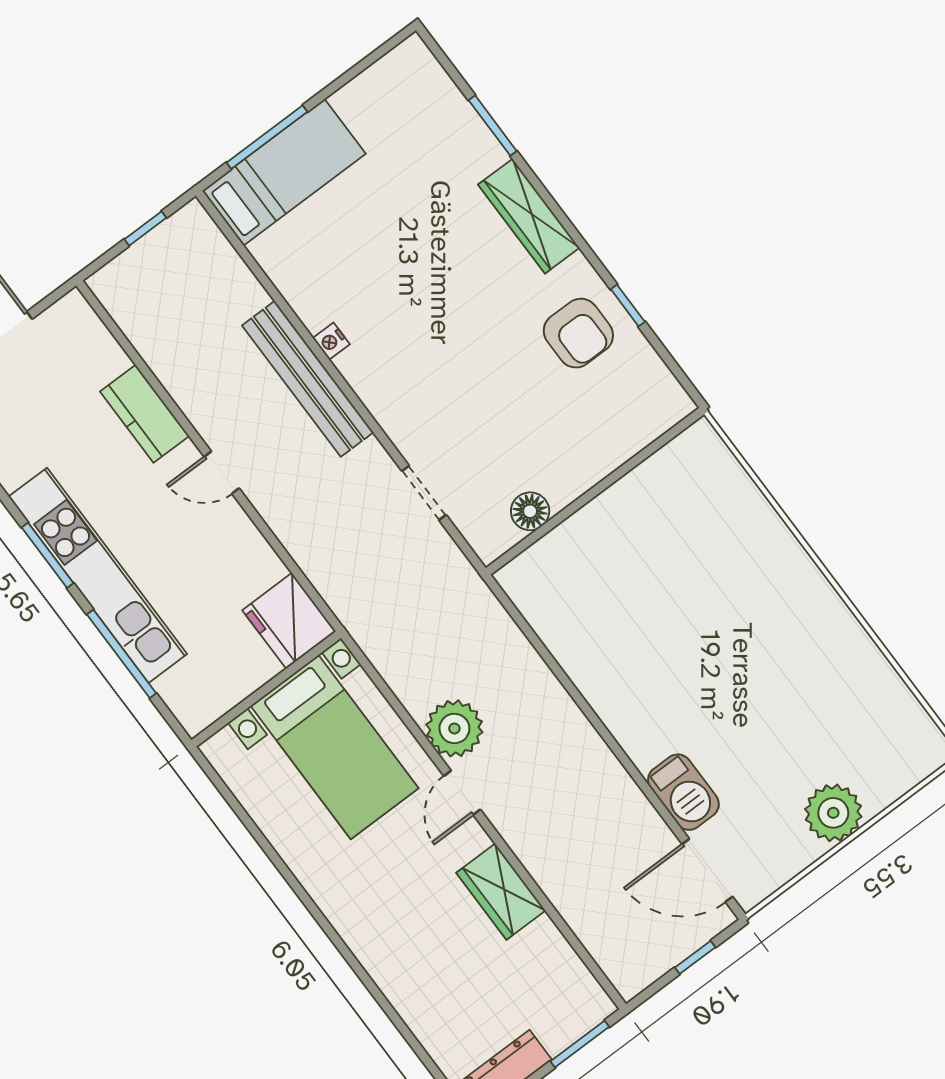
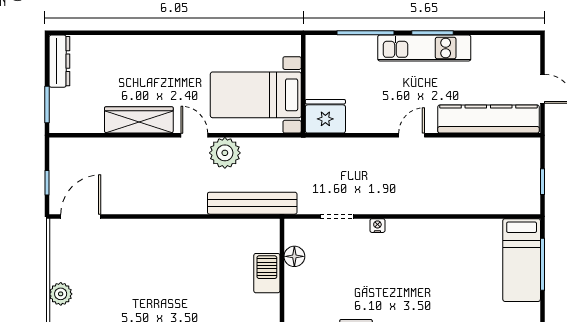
nightstand: (331, 341) -> (377, 226), moved
bench: (308, 379) -> (252, 203), moved
kitchen counter: (145, 414) -> (489, 119), width x2.08, depth x1.17
kitchen unit: (98, 575) -> (424, 48), width x0.73
barbecue: (683, 792) -> (267, 273), moved, turned 90
plant: (833, 813) -> (61, 294), width x0.73, depth x0.73
wardrobe: (501, 892) -> (139, 120), width x1.50

